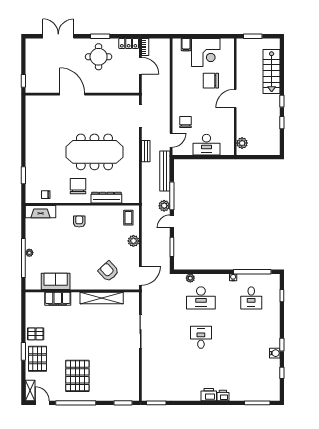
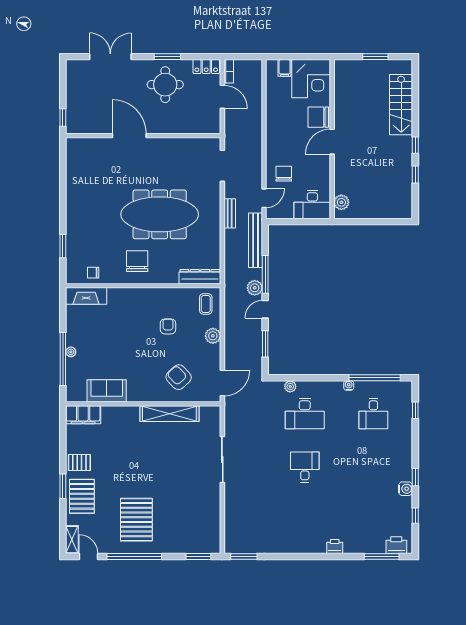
wall: (235, 97) -> (332, 139), moved
door: (235, 99) -> (332, 142), moved
plant: (242, 143) -> (341, 202), moved
dresser: (106, 198) -> (200, 277), moved
armchair: (79, 221) -> (168, 326), moved
filing cabinet: (58, 299) -> (83, 415), moved
printer: (209, 395) -> (396, 545), moved

